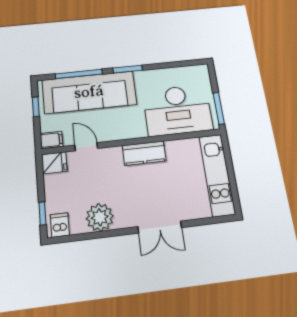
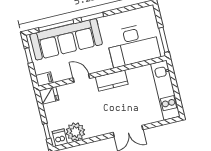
door: (86, 147) -> (81, 78), moved
plant: (100, 217) -> (75, 132), moved

